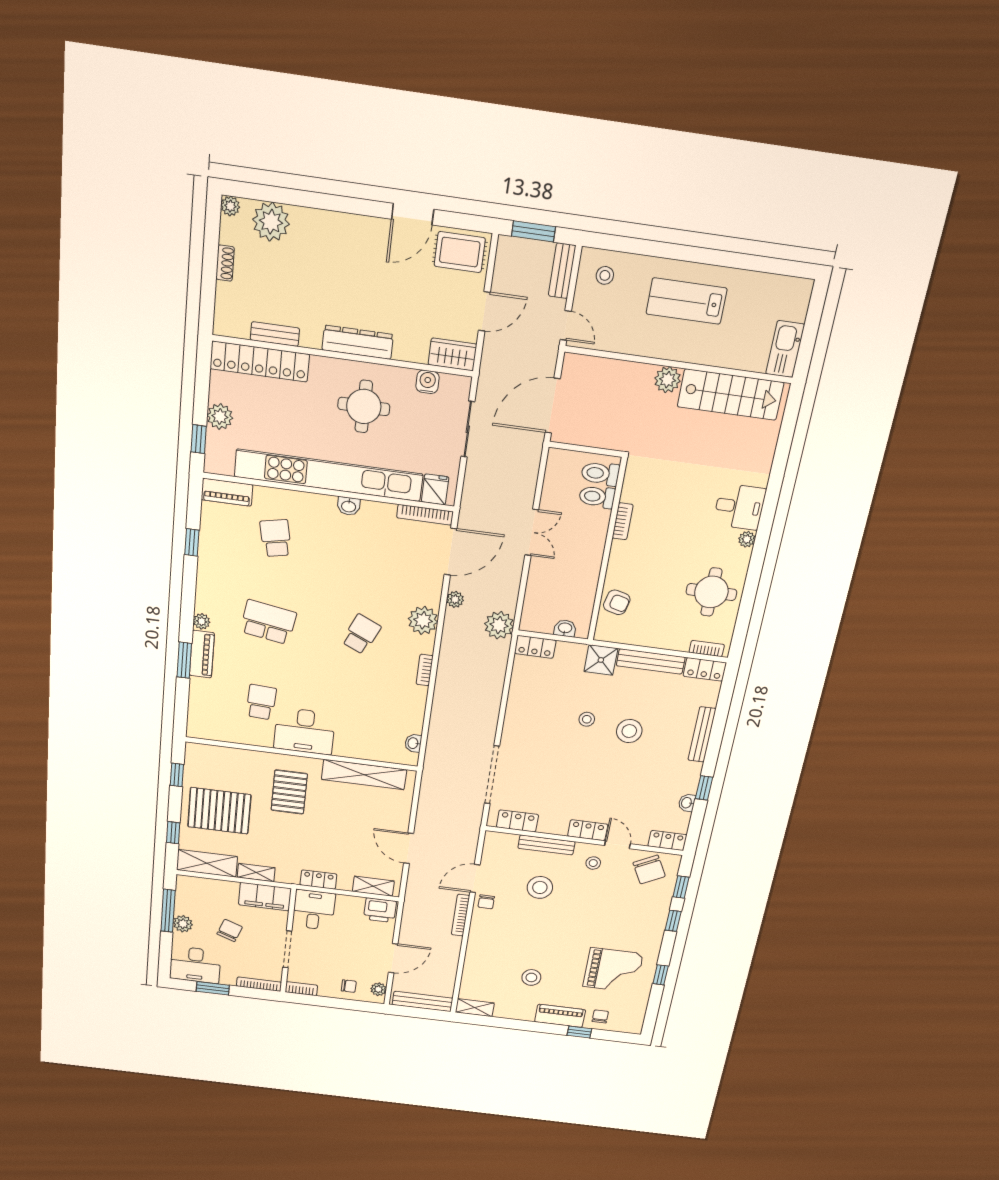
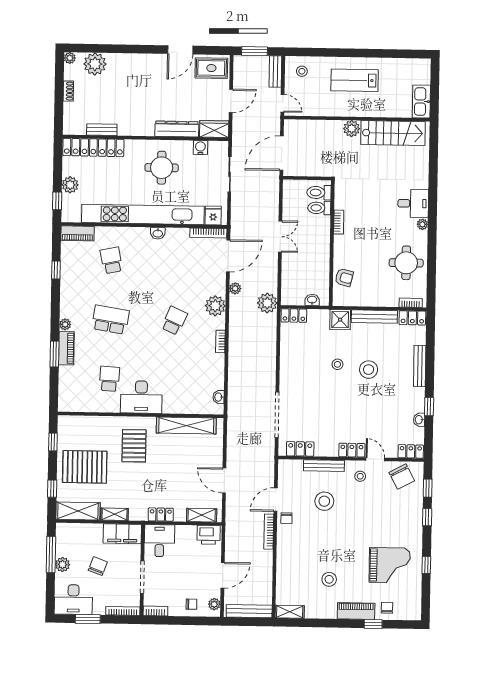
dresser: (358, 342) -> (177, 129), moved

